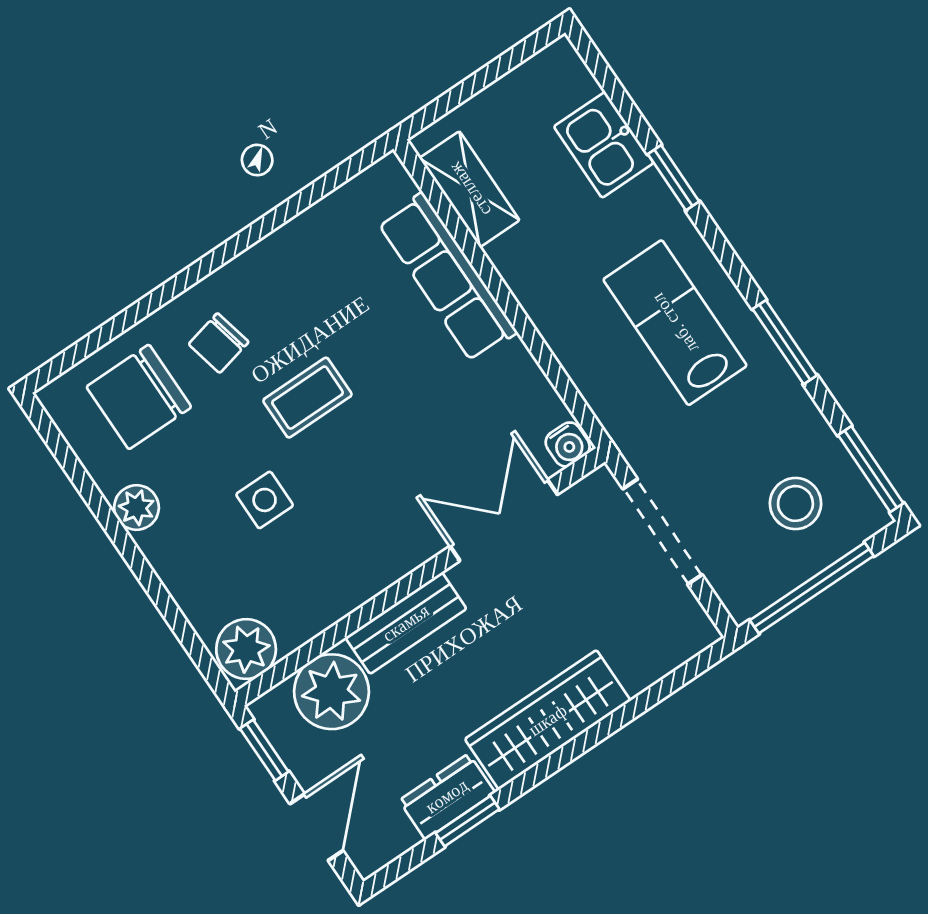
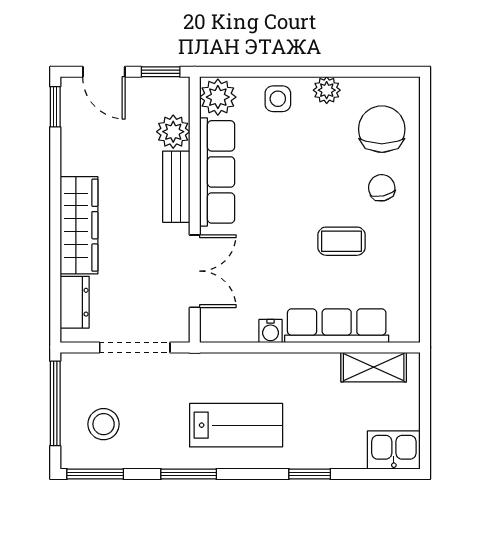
kitchen sink: (604, 145) -> (394, 450), moved
coffee table: (307, 398) -> (342, 241), moved, turned 90
water cooler: (568, 444) -> (271, 331), moved, turned -90
side table: (265, 500) -> (278, 99), moved
row of seats: (348, 581) -> (217, 172), added
plant: (332, 692) -> (173, 132), width x0.73, depth x0.73
dresser: (447, 796) -> (75, 302), moved
window: (467, 821) -> (55, 107), moved

